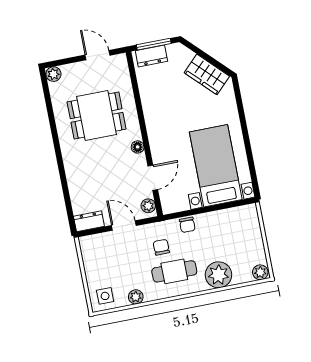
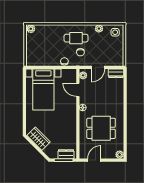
door: (98, 55) -> (94, 160), swing flipped
door: (153, 178) -> (78, 90), hinge flipped
door: (124, 225) -> (98, 67), hinge flipped
plant: (218, 275) -> (53, 32), removed

